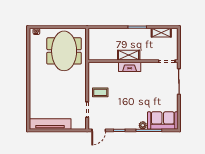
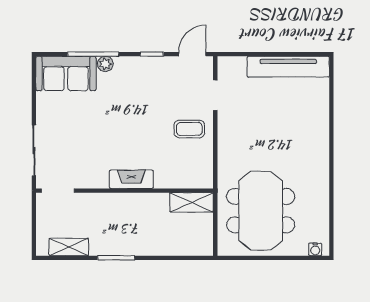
shelving: (129, 55) -> (191, 202), moved

